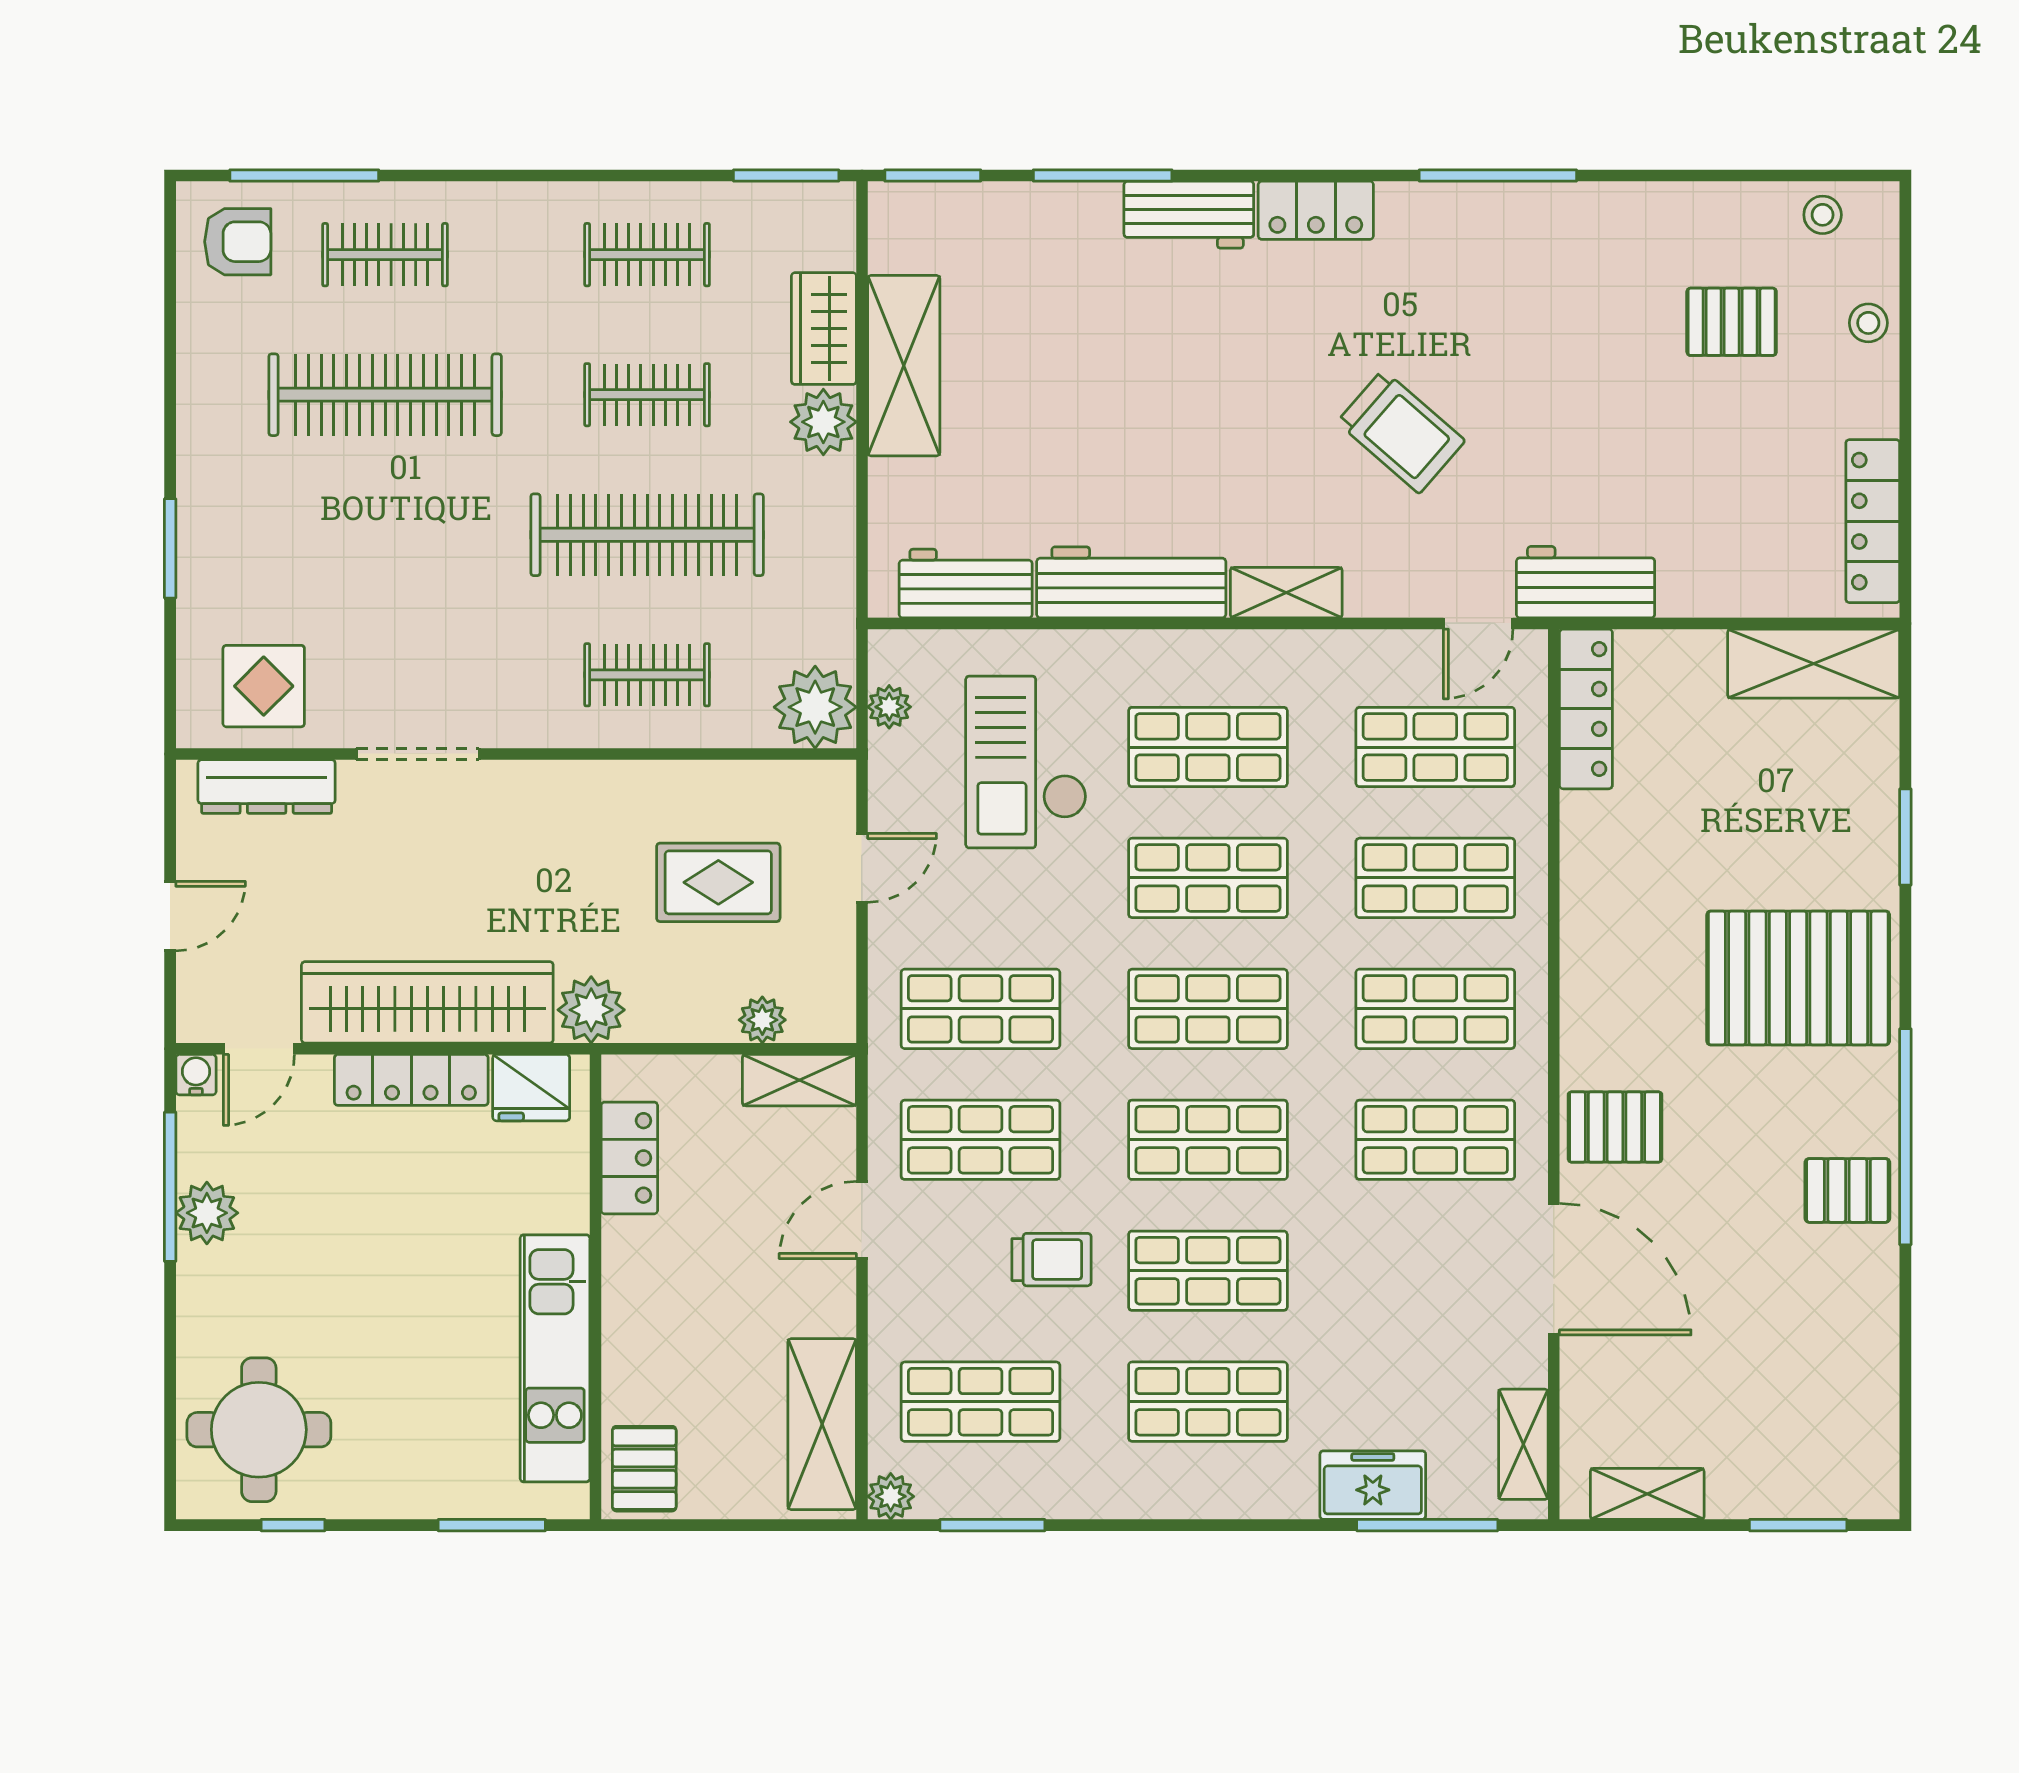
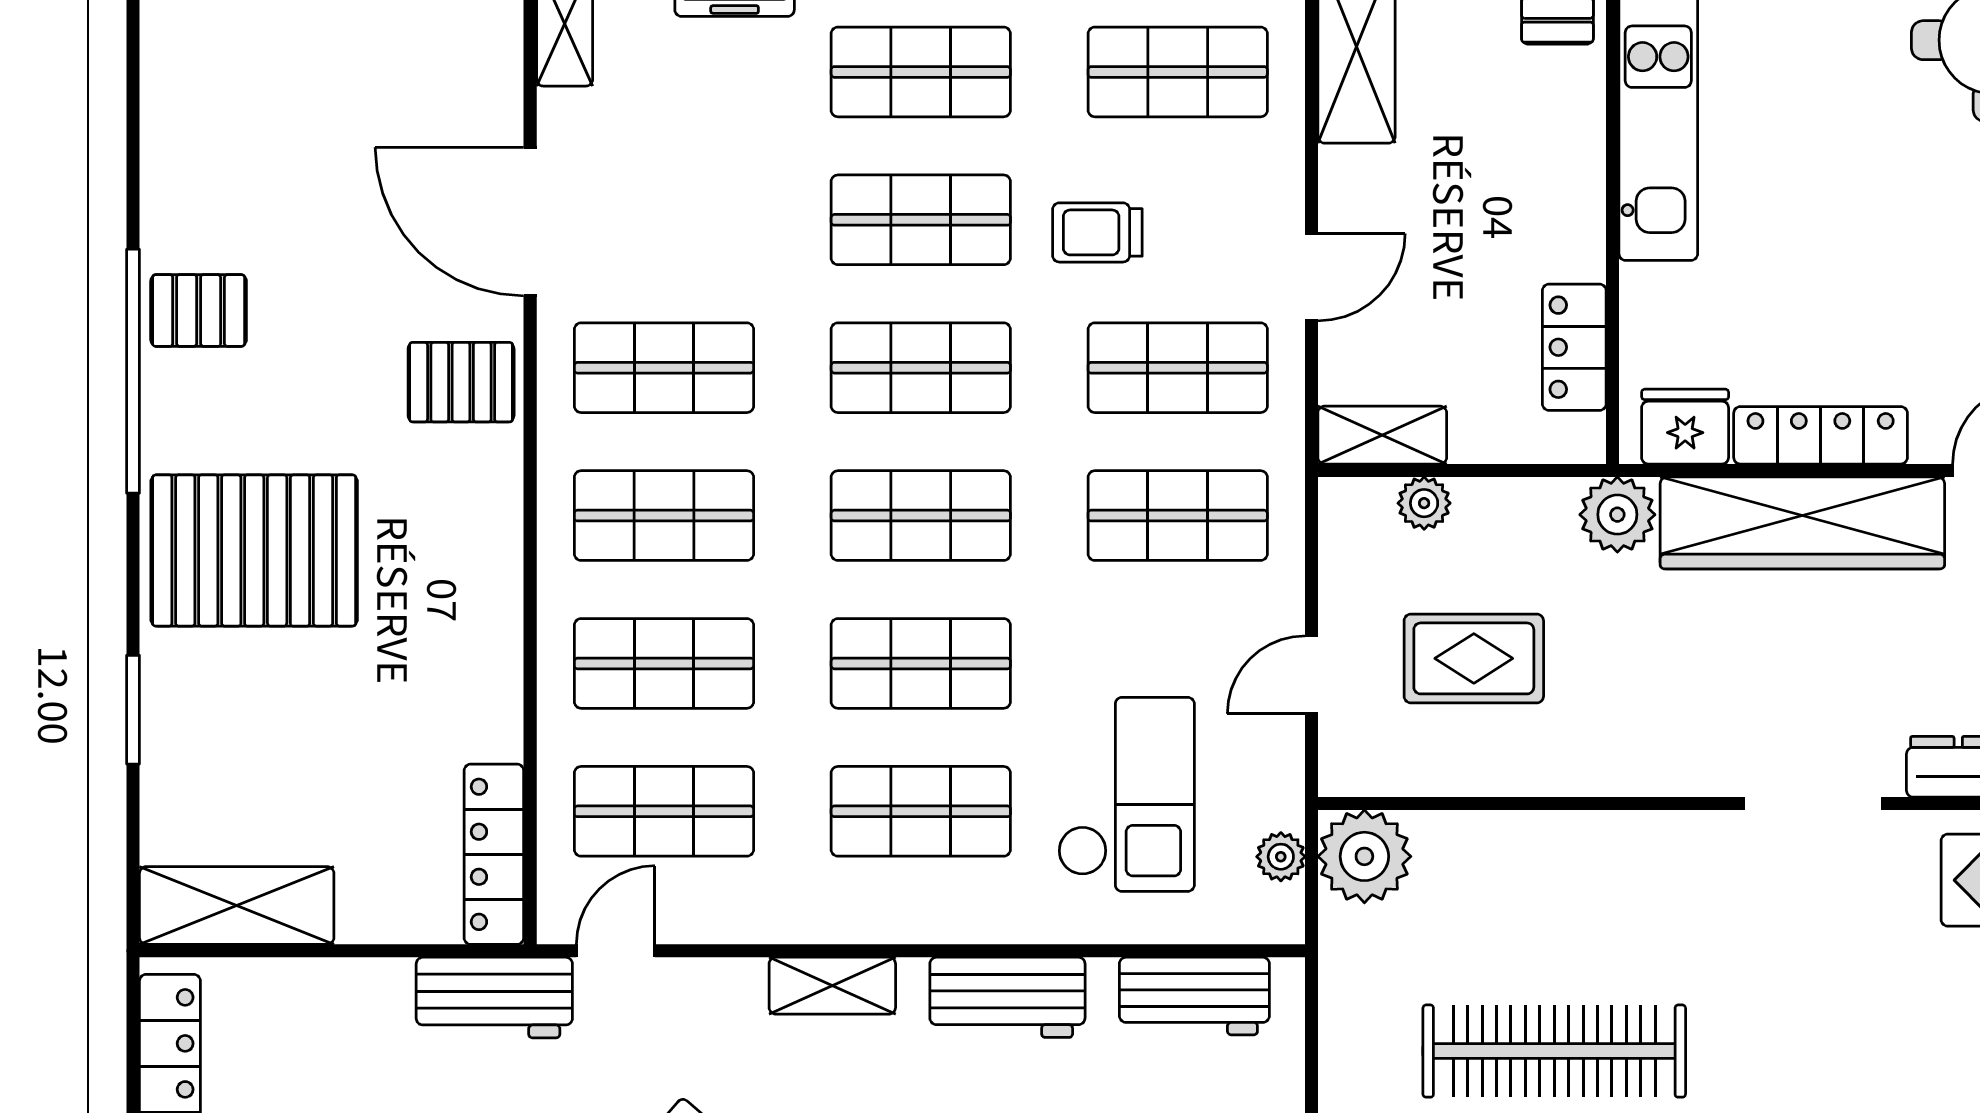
workbench: (1131, 582) -> (1007, 997), width x0.73
clothes rail: (647, 675) -> (1554, 893), removed

